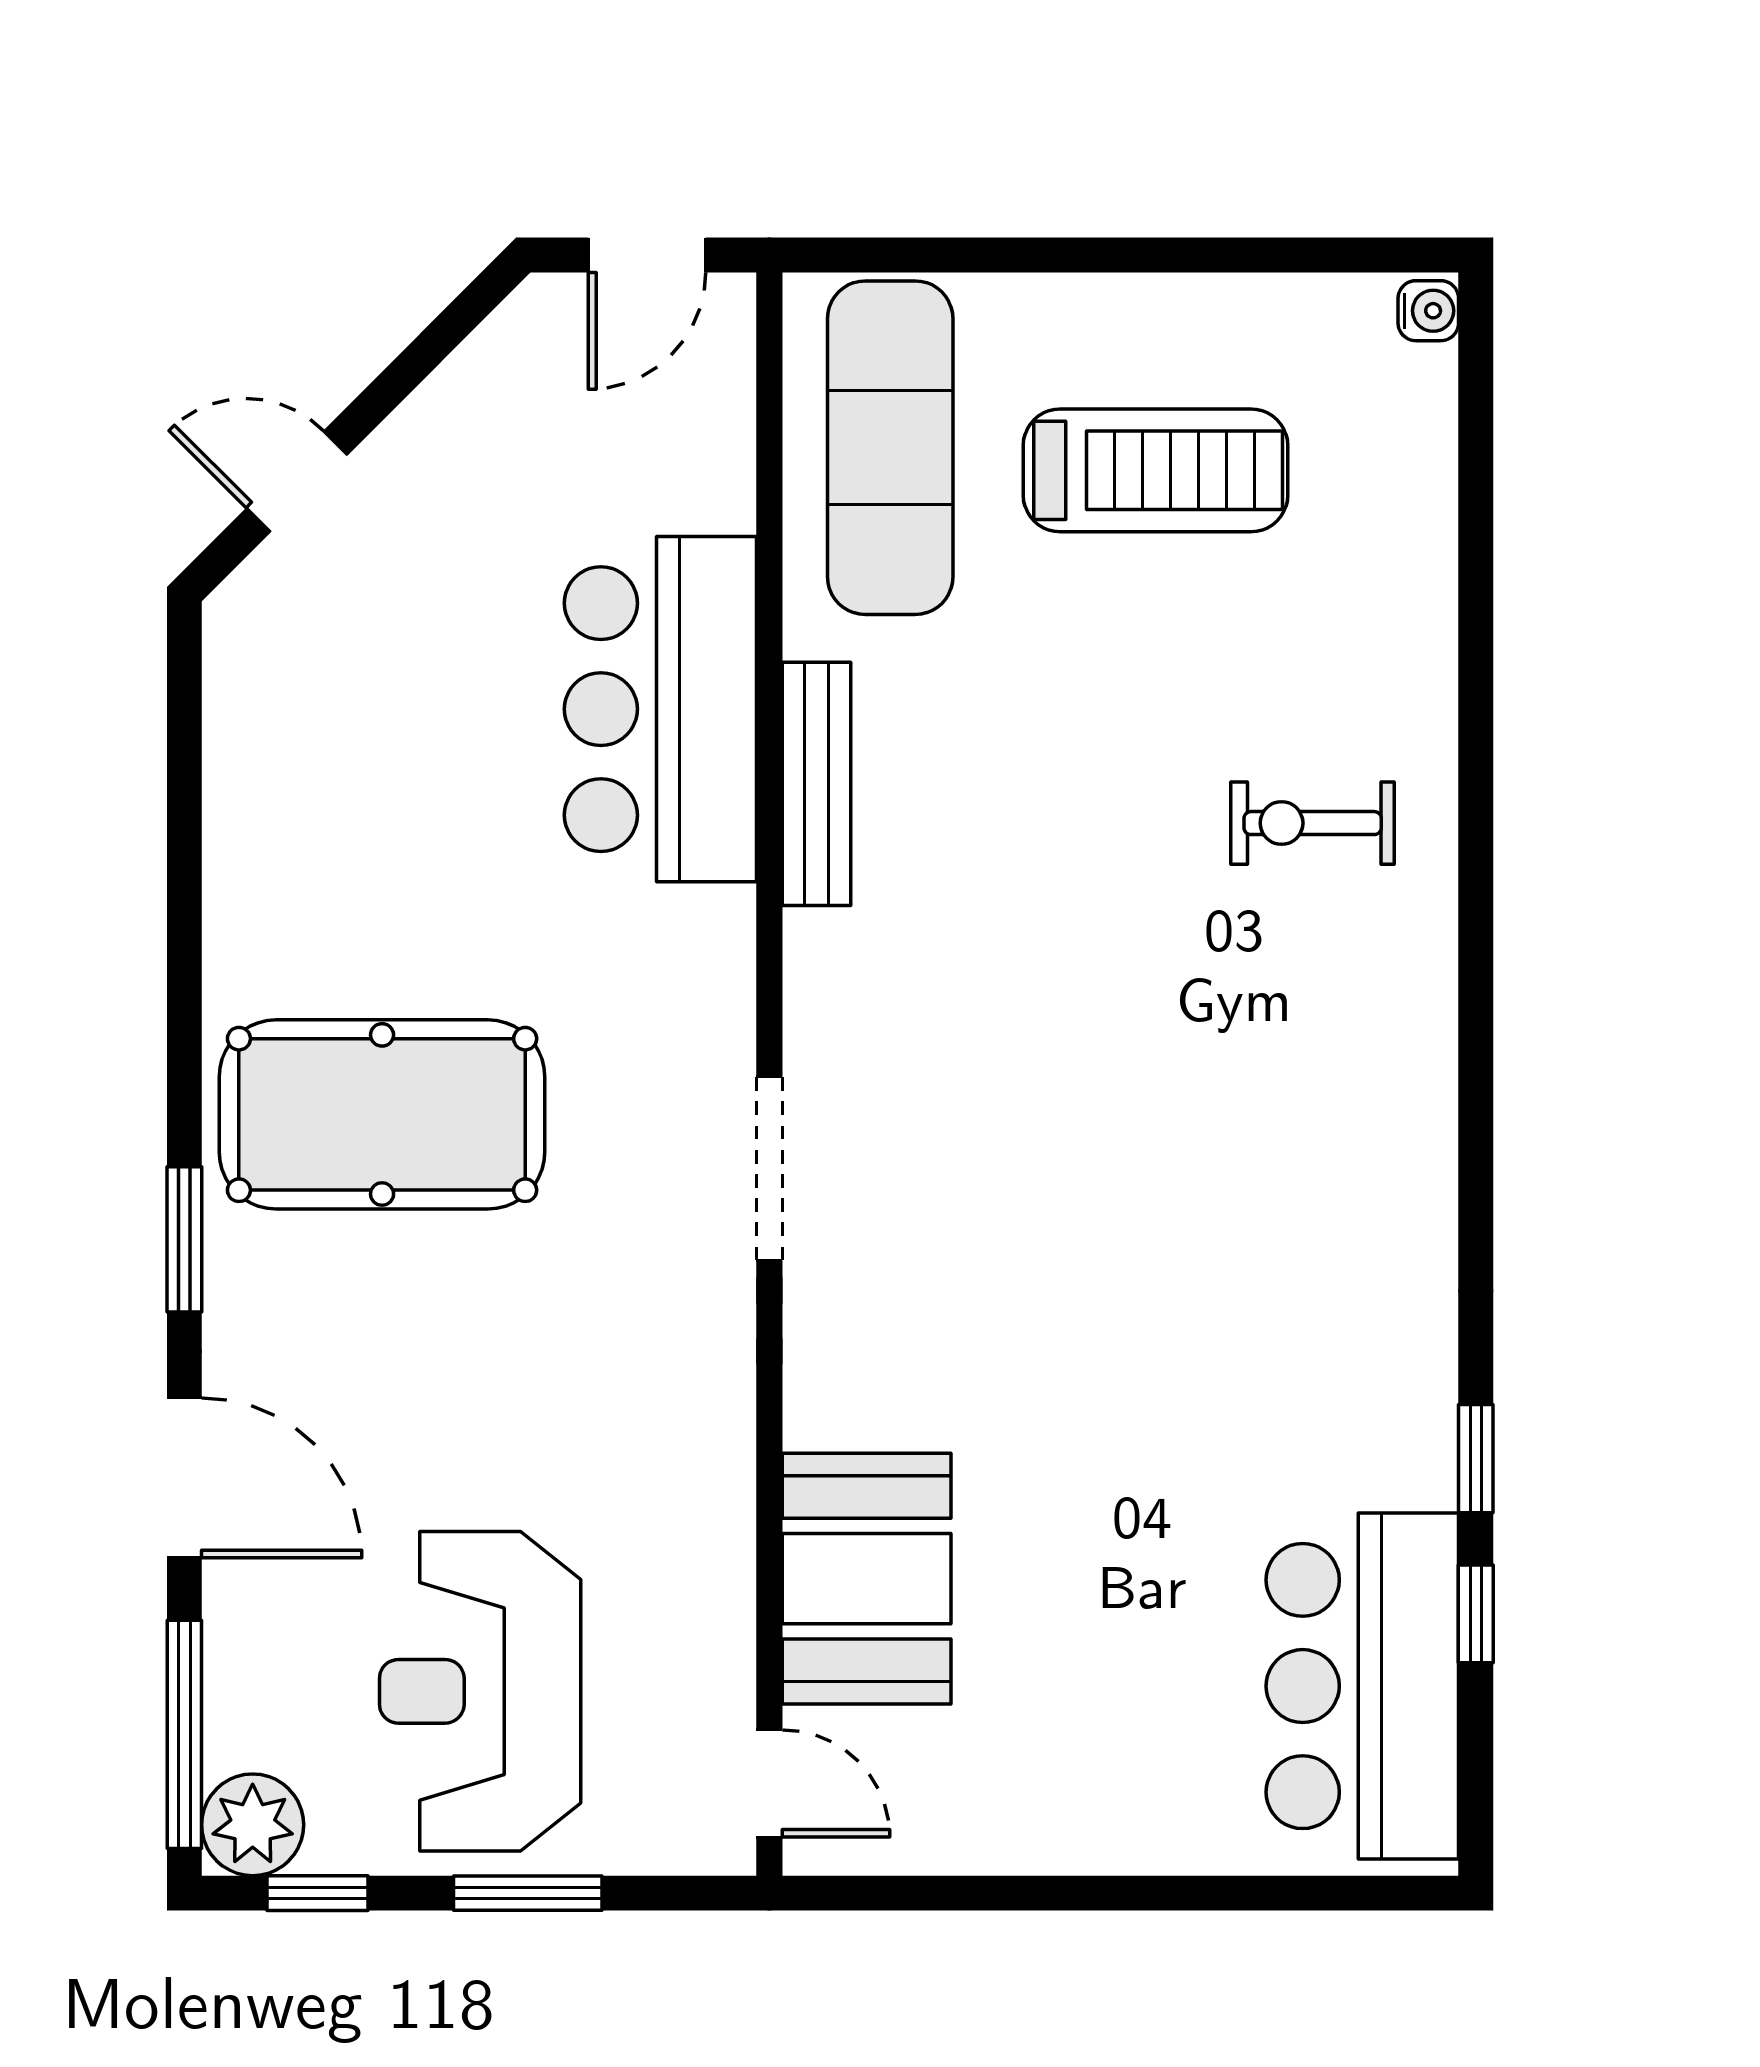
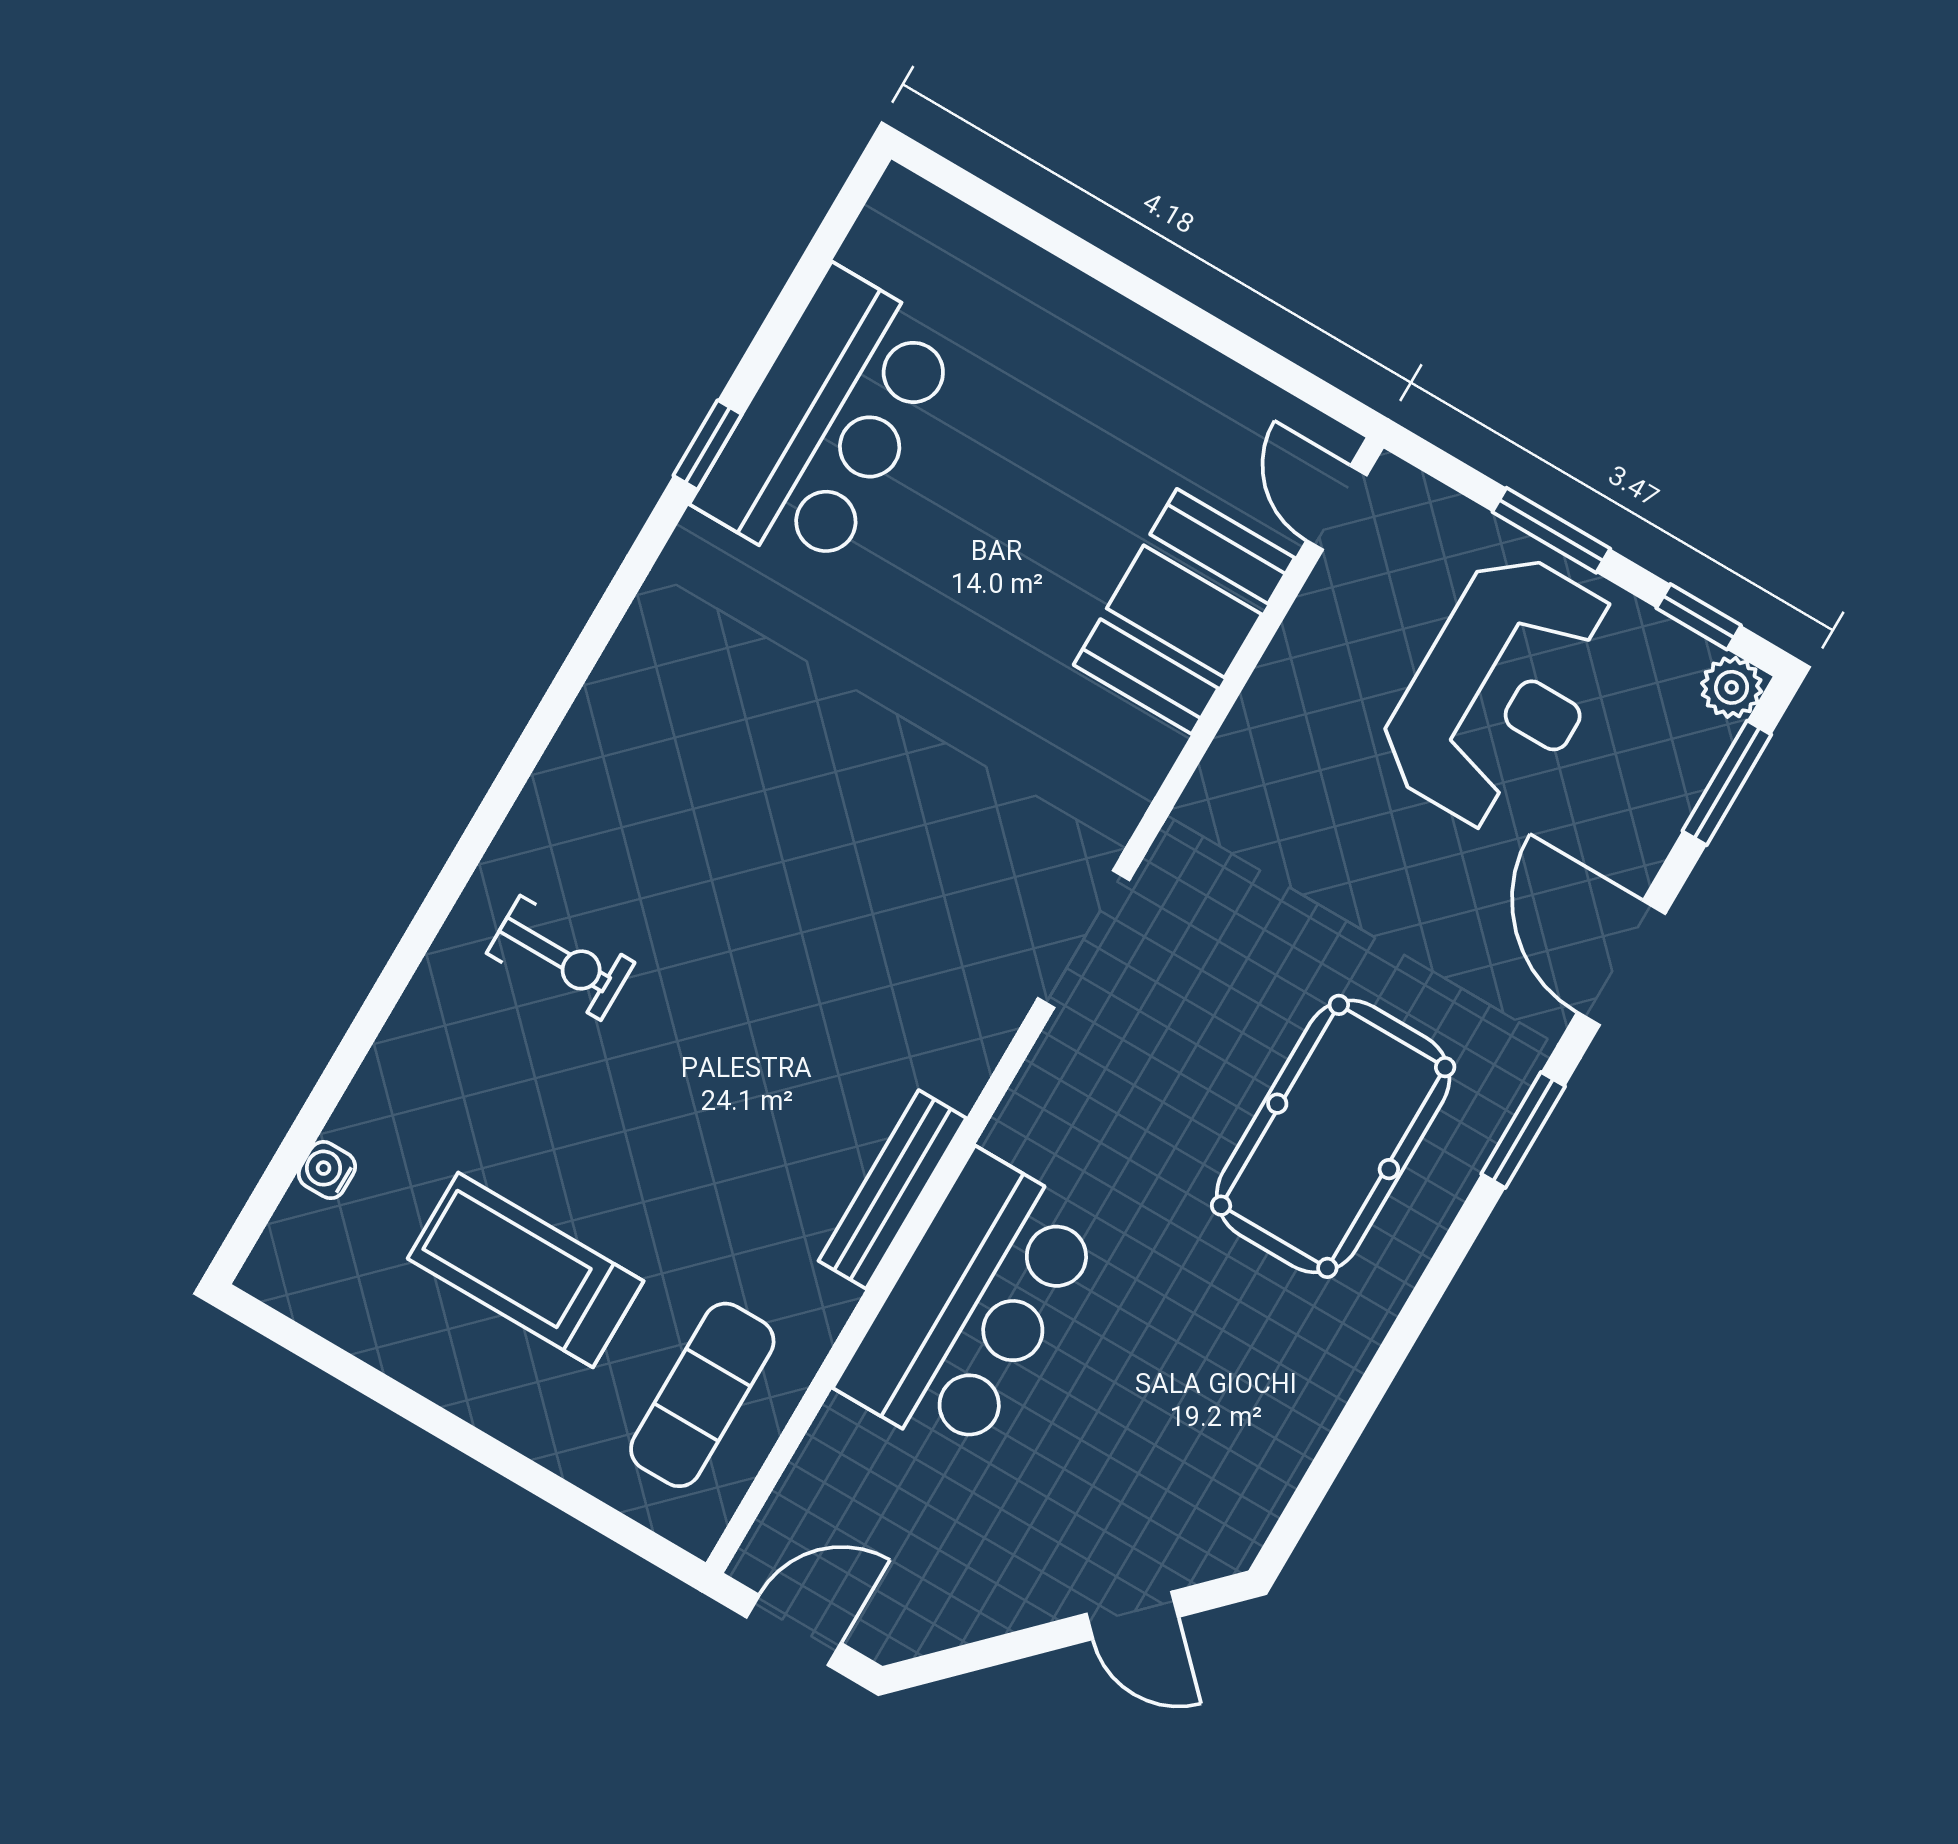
water cooler: (1428, 311) -> (327, 1170), moved
exercise mat: (890, 448) -> (702, 1395), width x0.73, depth x0.69
pool table: (382, 1114) -> (1333, 1136), turned 90
window: (1476, 1614) -> (771, 336), removed
bar counter: (1362, 1686) -> (828, 422), moved
window: (184, 1734) -> (1727, 783), width x0.69
plant: (253, 1825) -> (1732, 687), width x0.73, depth x0.73

